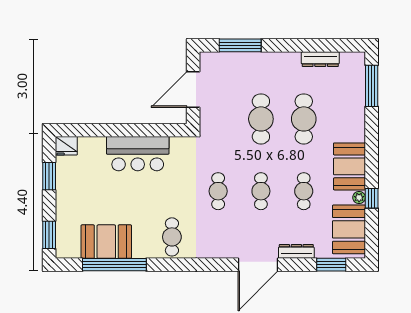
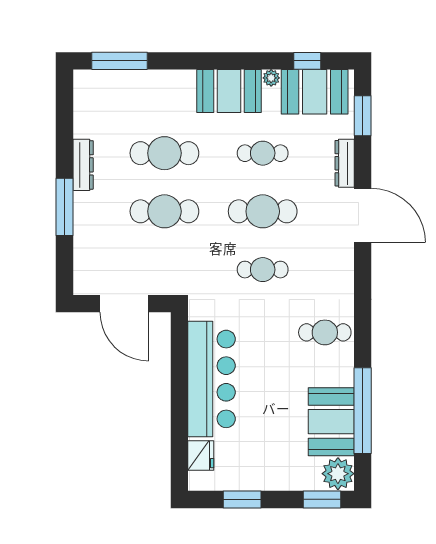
window: (240, 45) -> (65, 207), moved
dresser: (320, 59) -> (83, 165), moved
fridge: (66, 146) -> (201, 455), moved
bar counter: (138, 154) -> (212, 379), width x1.36
cafe table: (261, 191) -> (263, 211), width x1.37, depth x1.35
window: (372, 198) -> (307, 61), moved
plant: (68, 247) -> (338, 474), added

